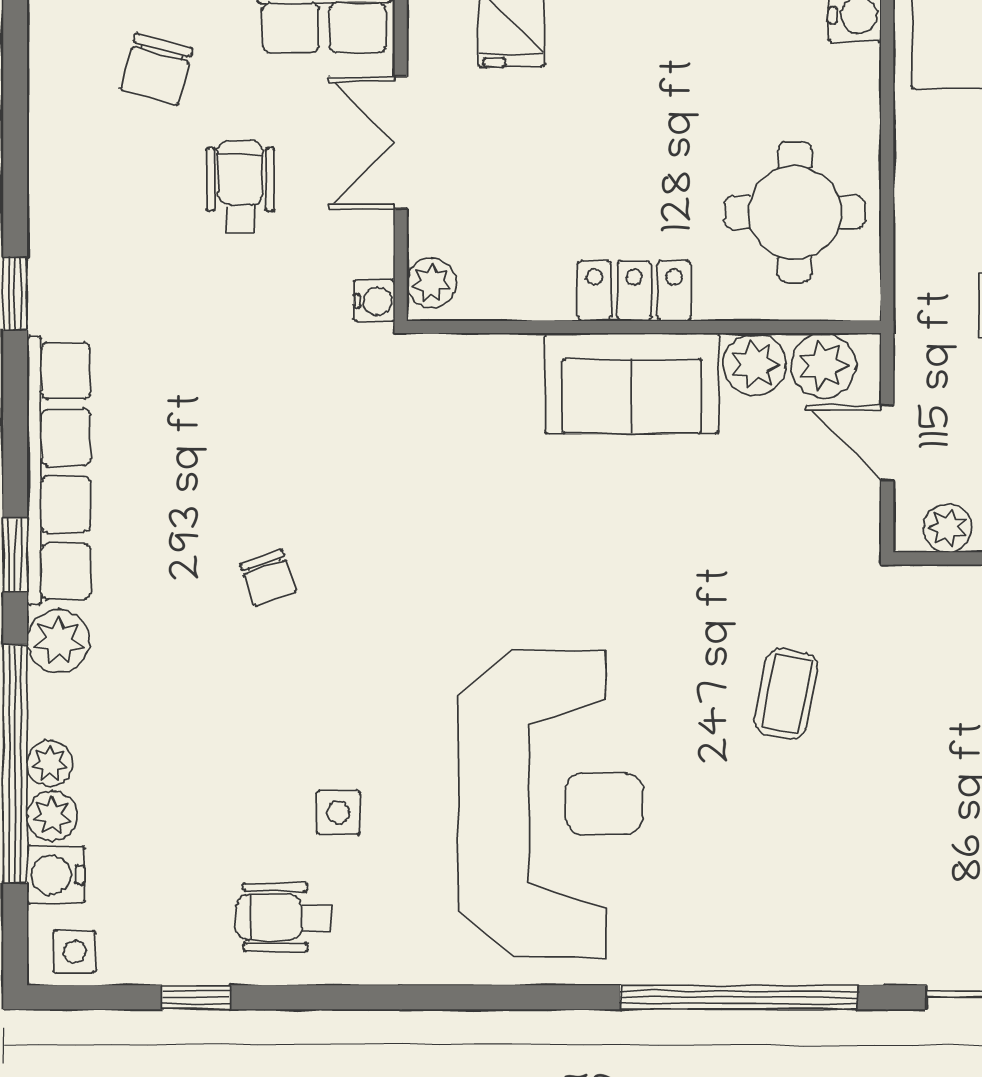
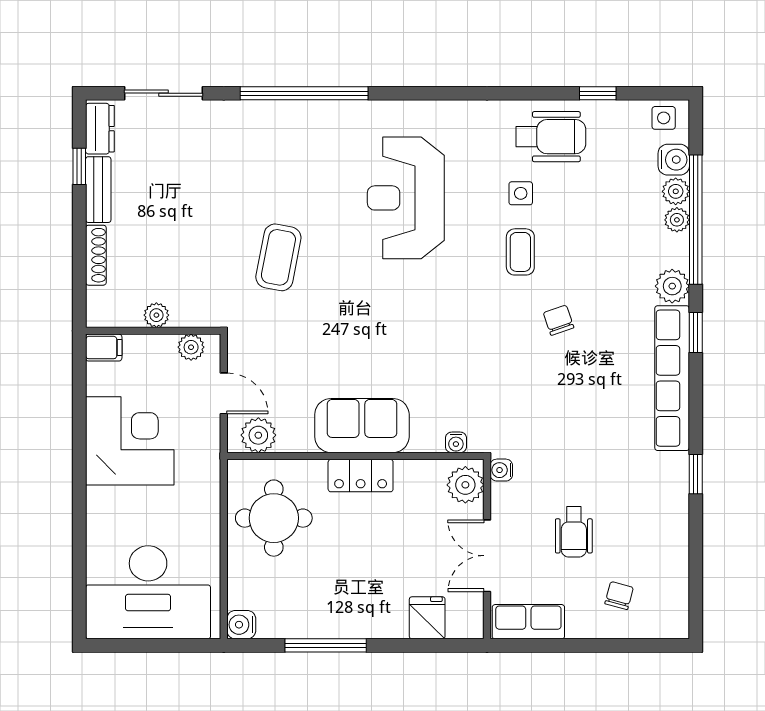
chair: (157, 69) -> (619, 596), width x0.73, depth x0.73
double door: (401, 143) -> (487, 556), swing flipped
plant: (431, 283) -> (465, 485), width x1.38, depth x1.38
water cooler: (458, 352) -> (456, 442), added
plant: (755, 364) -> (295, 436), removed
coffee table: (786, 694) -> (278, 257), width x1.36, depth x1.30
coffee table: (339, 704) -> (520, 252), added
reception desk: (551, 804) -> (406, 198), width x0.74, depth x0.77
wheelchair: (283, 917) -> (551, 137), width x1.36, depth x1.37

